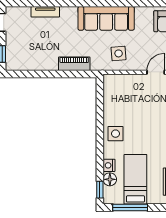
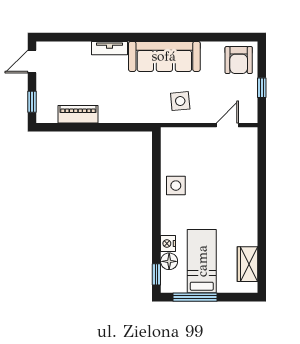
tv unit: (45, 12) -> (109, 48), moved
piano: (74, 64) -> (78, 114), moved
side table: (116, 134) -> (176, 186), moved

